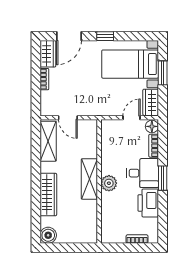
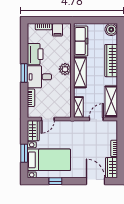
door: (69, 36) -> (95, 181), hinge flipped
window: (105, 36) -> (55, 181), moved
door: (68, 118) -> (96, 119), hinge flipped
floor lamp: (152, 126) -> (32, 112), removed
shelving: (91, 133) -> (78, 107), added
freezer: (88, 220) -> (81, 41), added
filing cabinet: (119, 235) -> (57, 30), added

